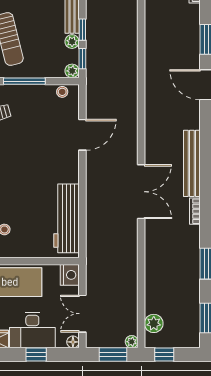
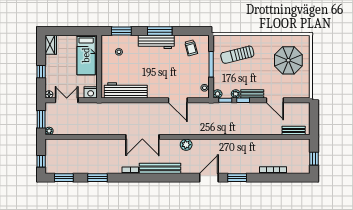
plant: (154, 323) -> (186, 145), moved
desk: (32, 330) -> (56, 69), removed
window: (164, 355) -> (41, 161), moved

